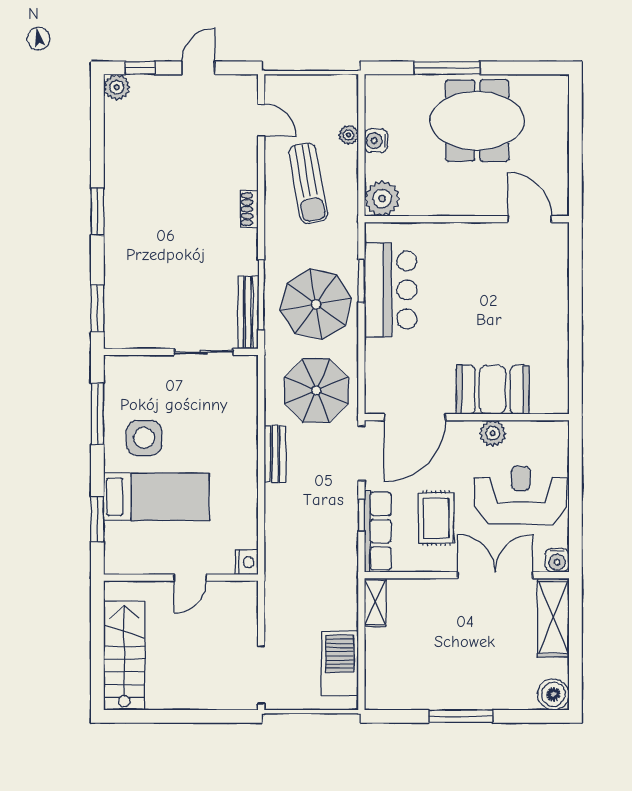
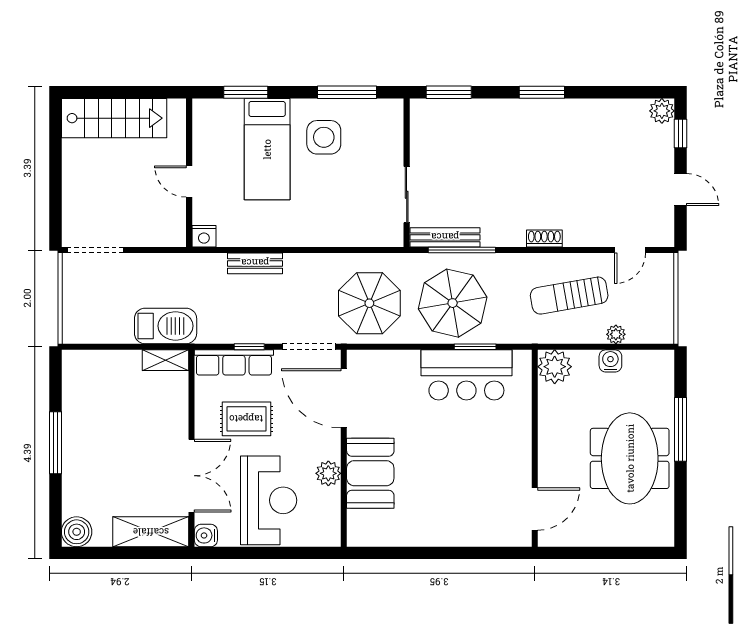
bench: (275, 454) -> (255, 263), moved
barbecue: (340, 663) -> (166, 326), moved

